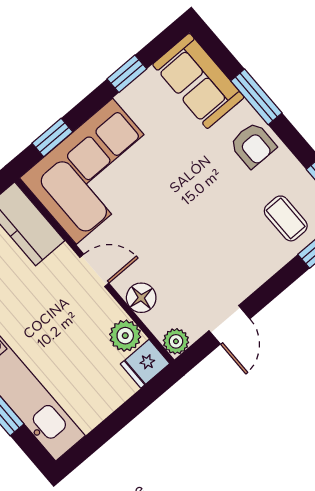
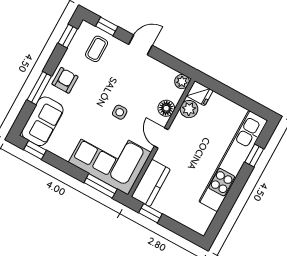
window: (127, 74) -> (35, 150), moved
window: (52, 137) -> (101, 186), width x1.50
side table: (164, 217) -> (120, 112), added
door: (229, 325) -> (141, 45), moved

